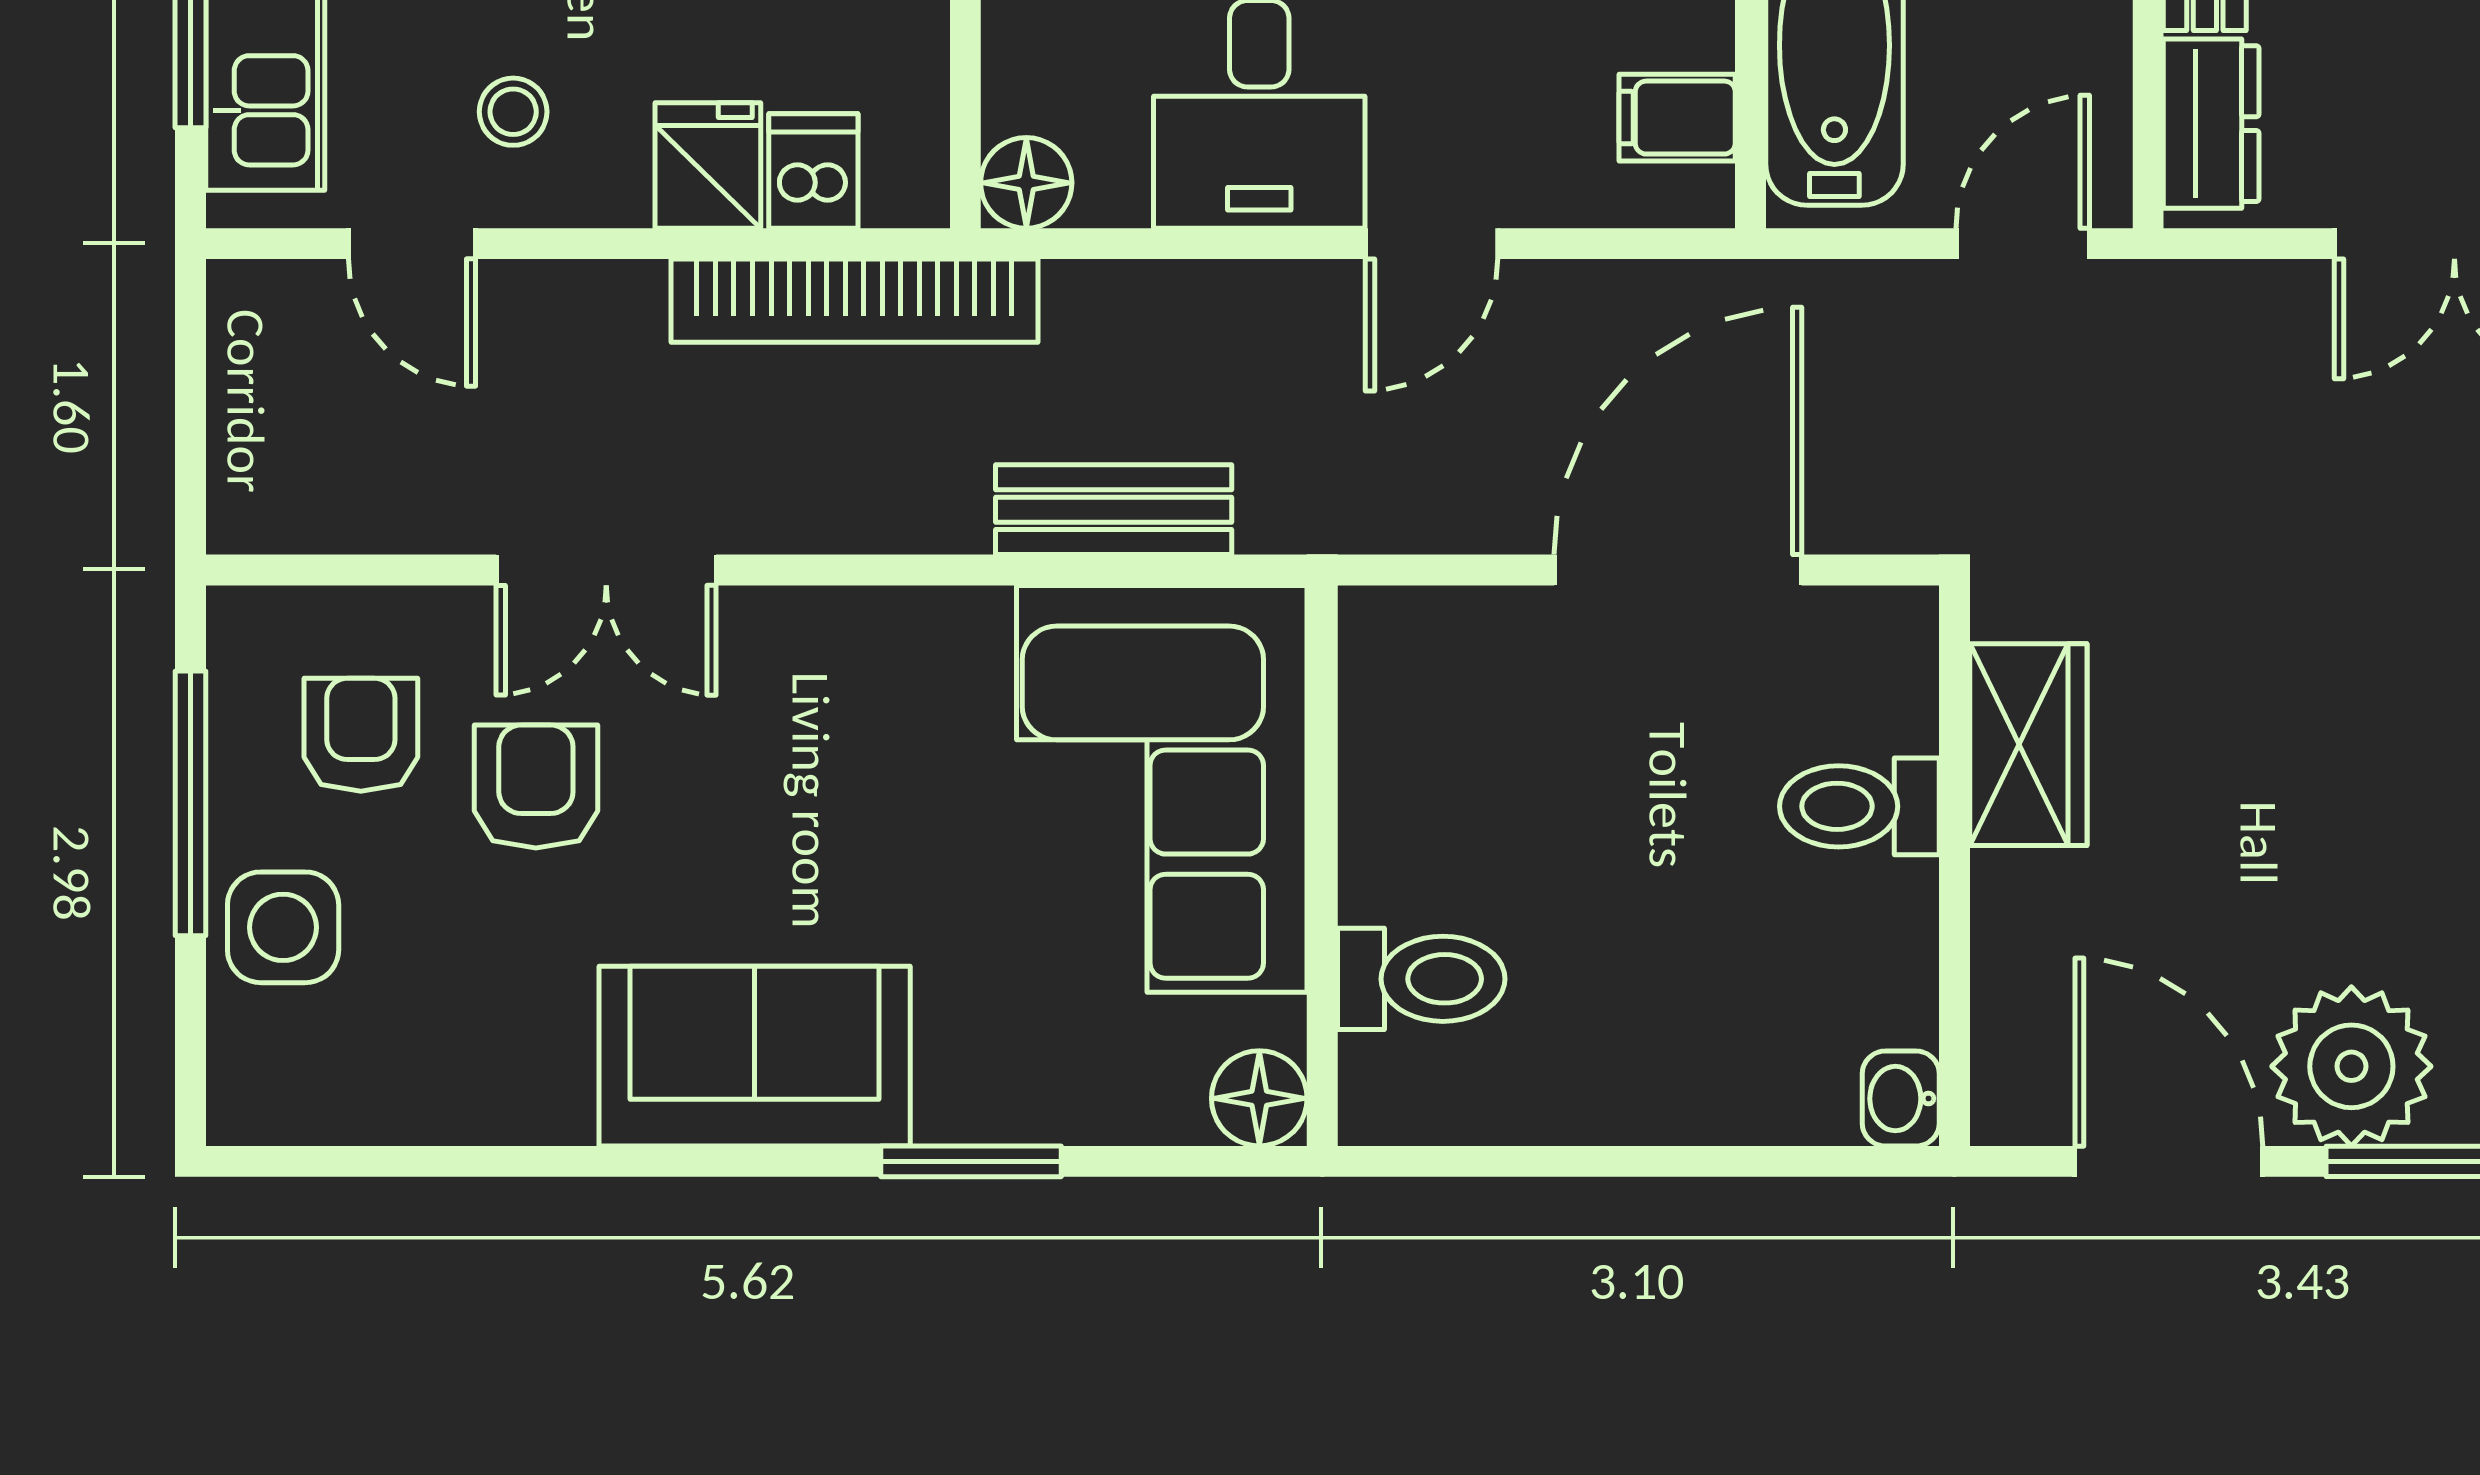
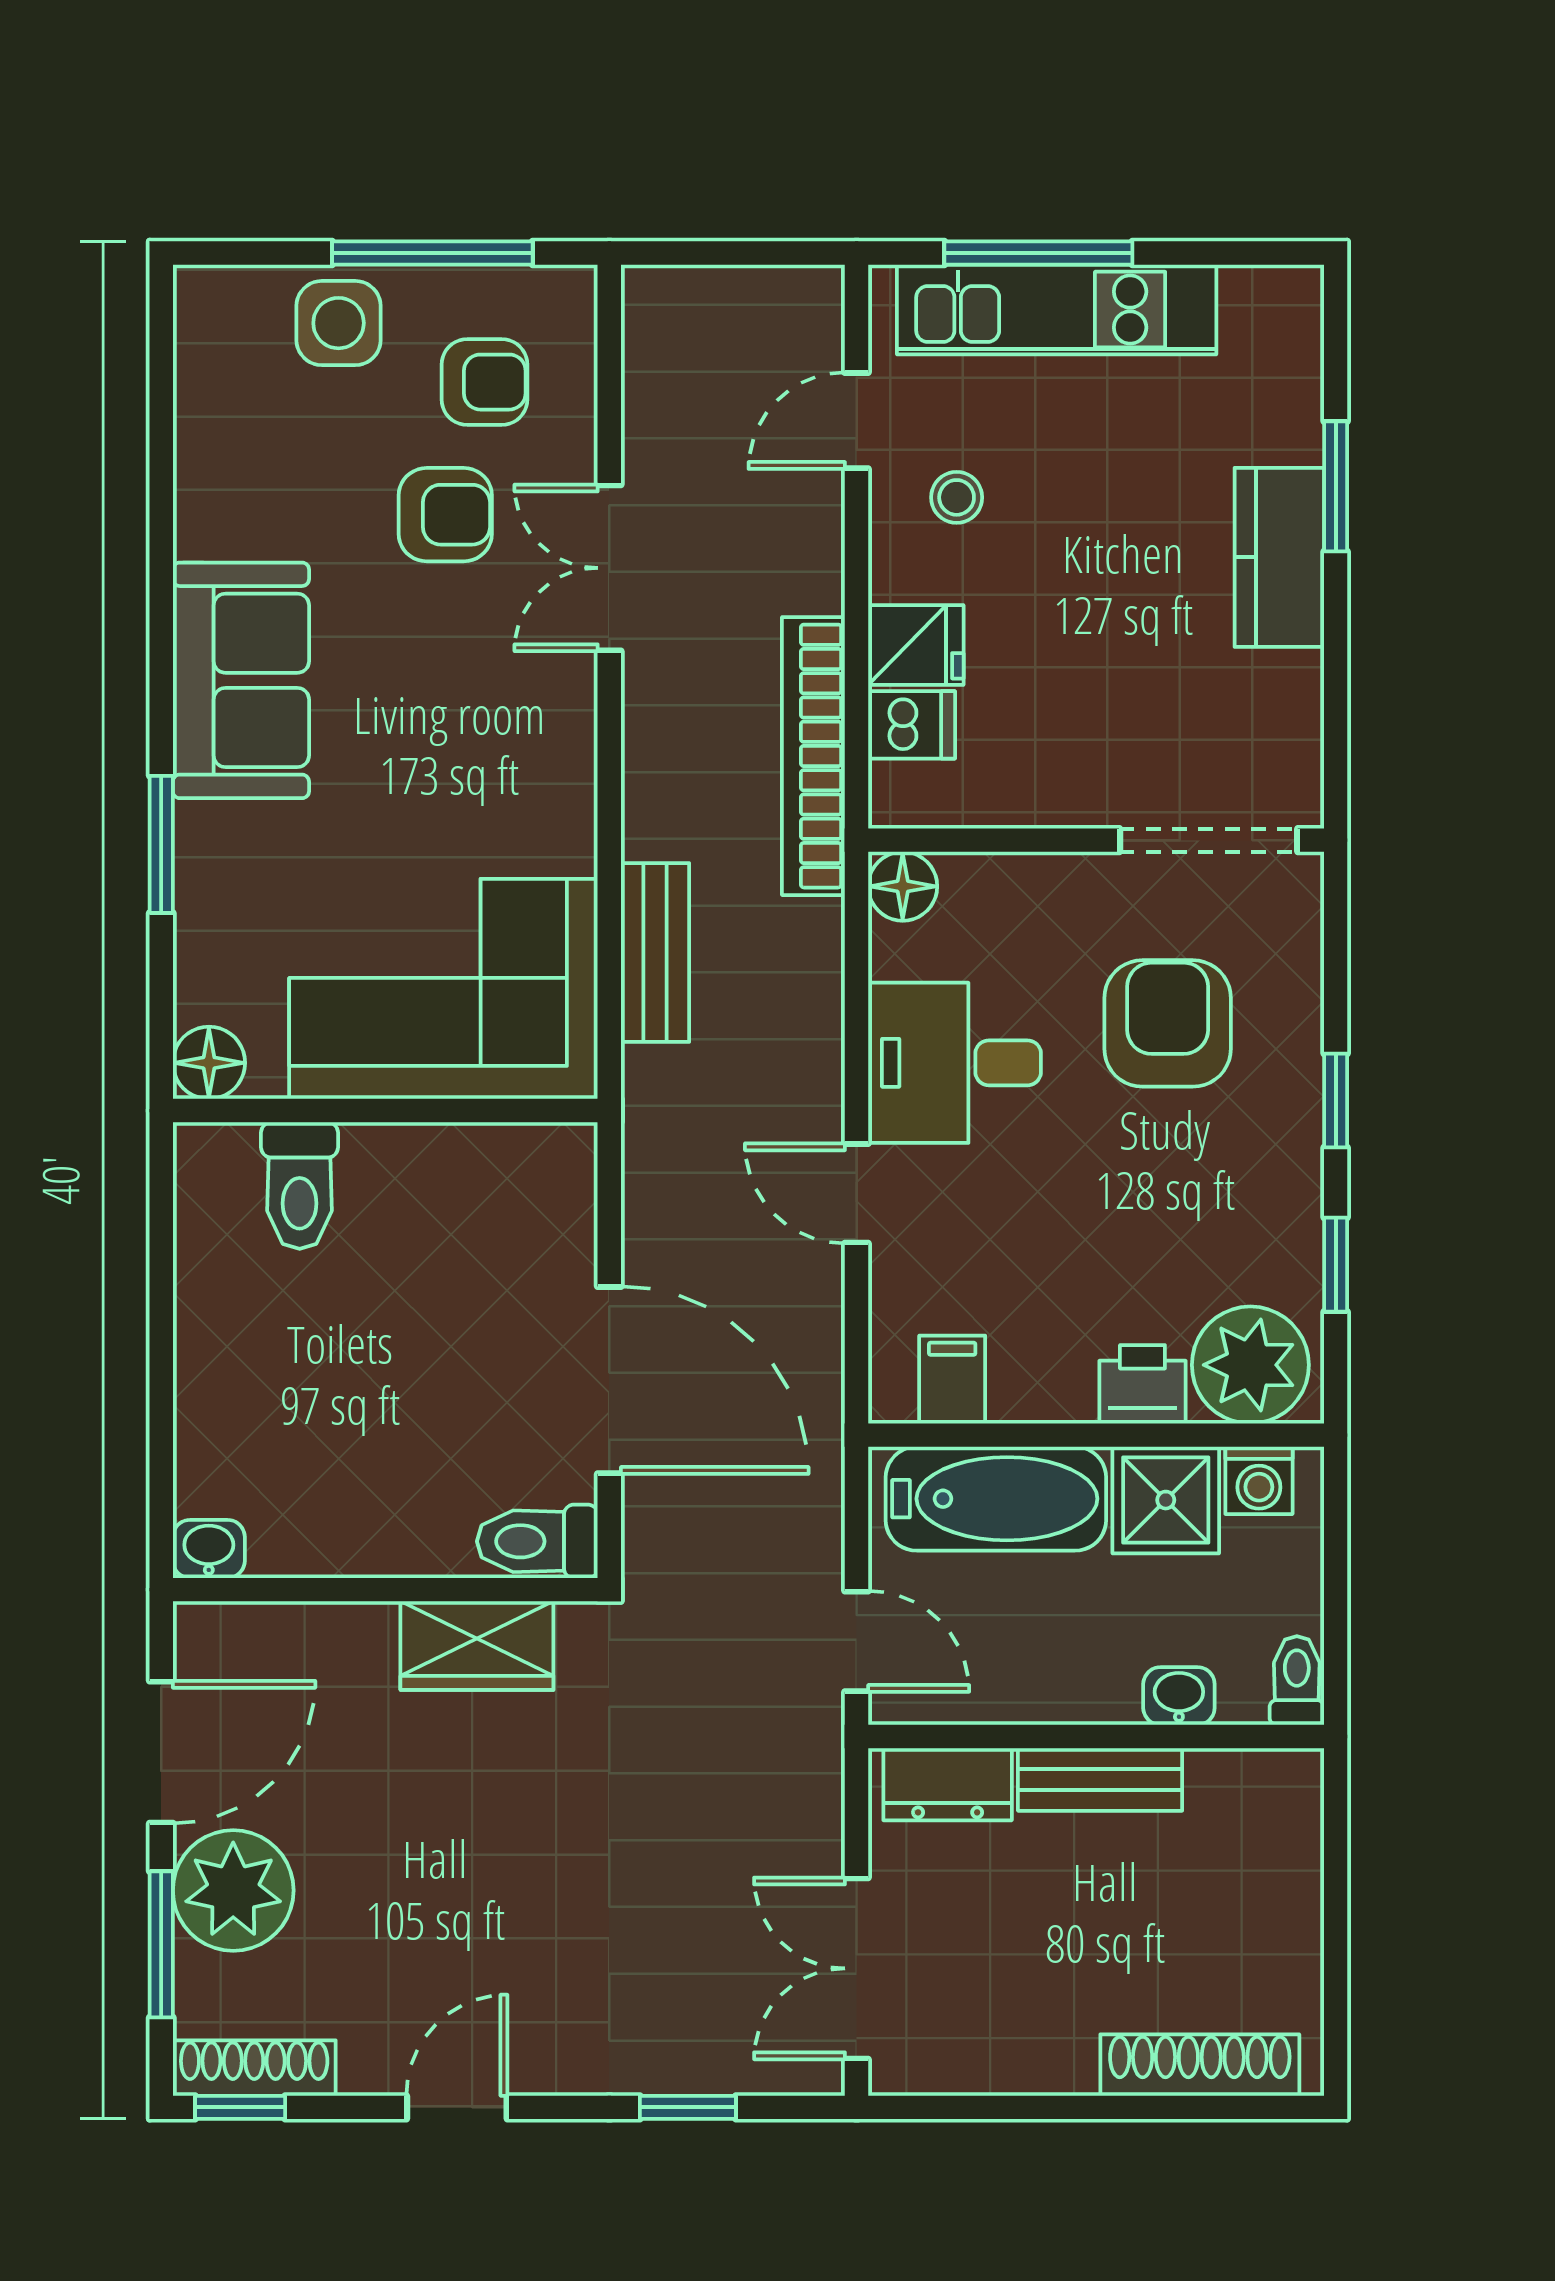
toilet: (1859, 806) -> (537, 1541), moved, turned -90

